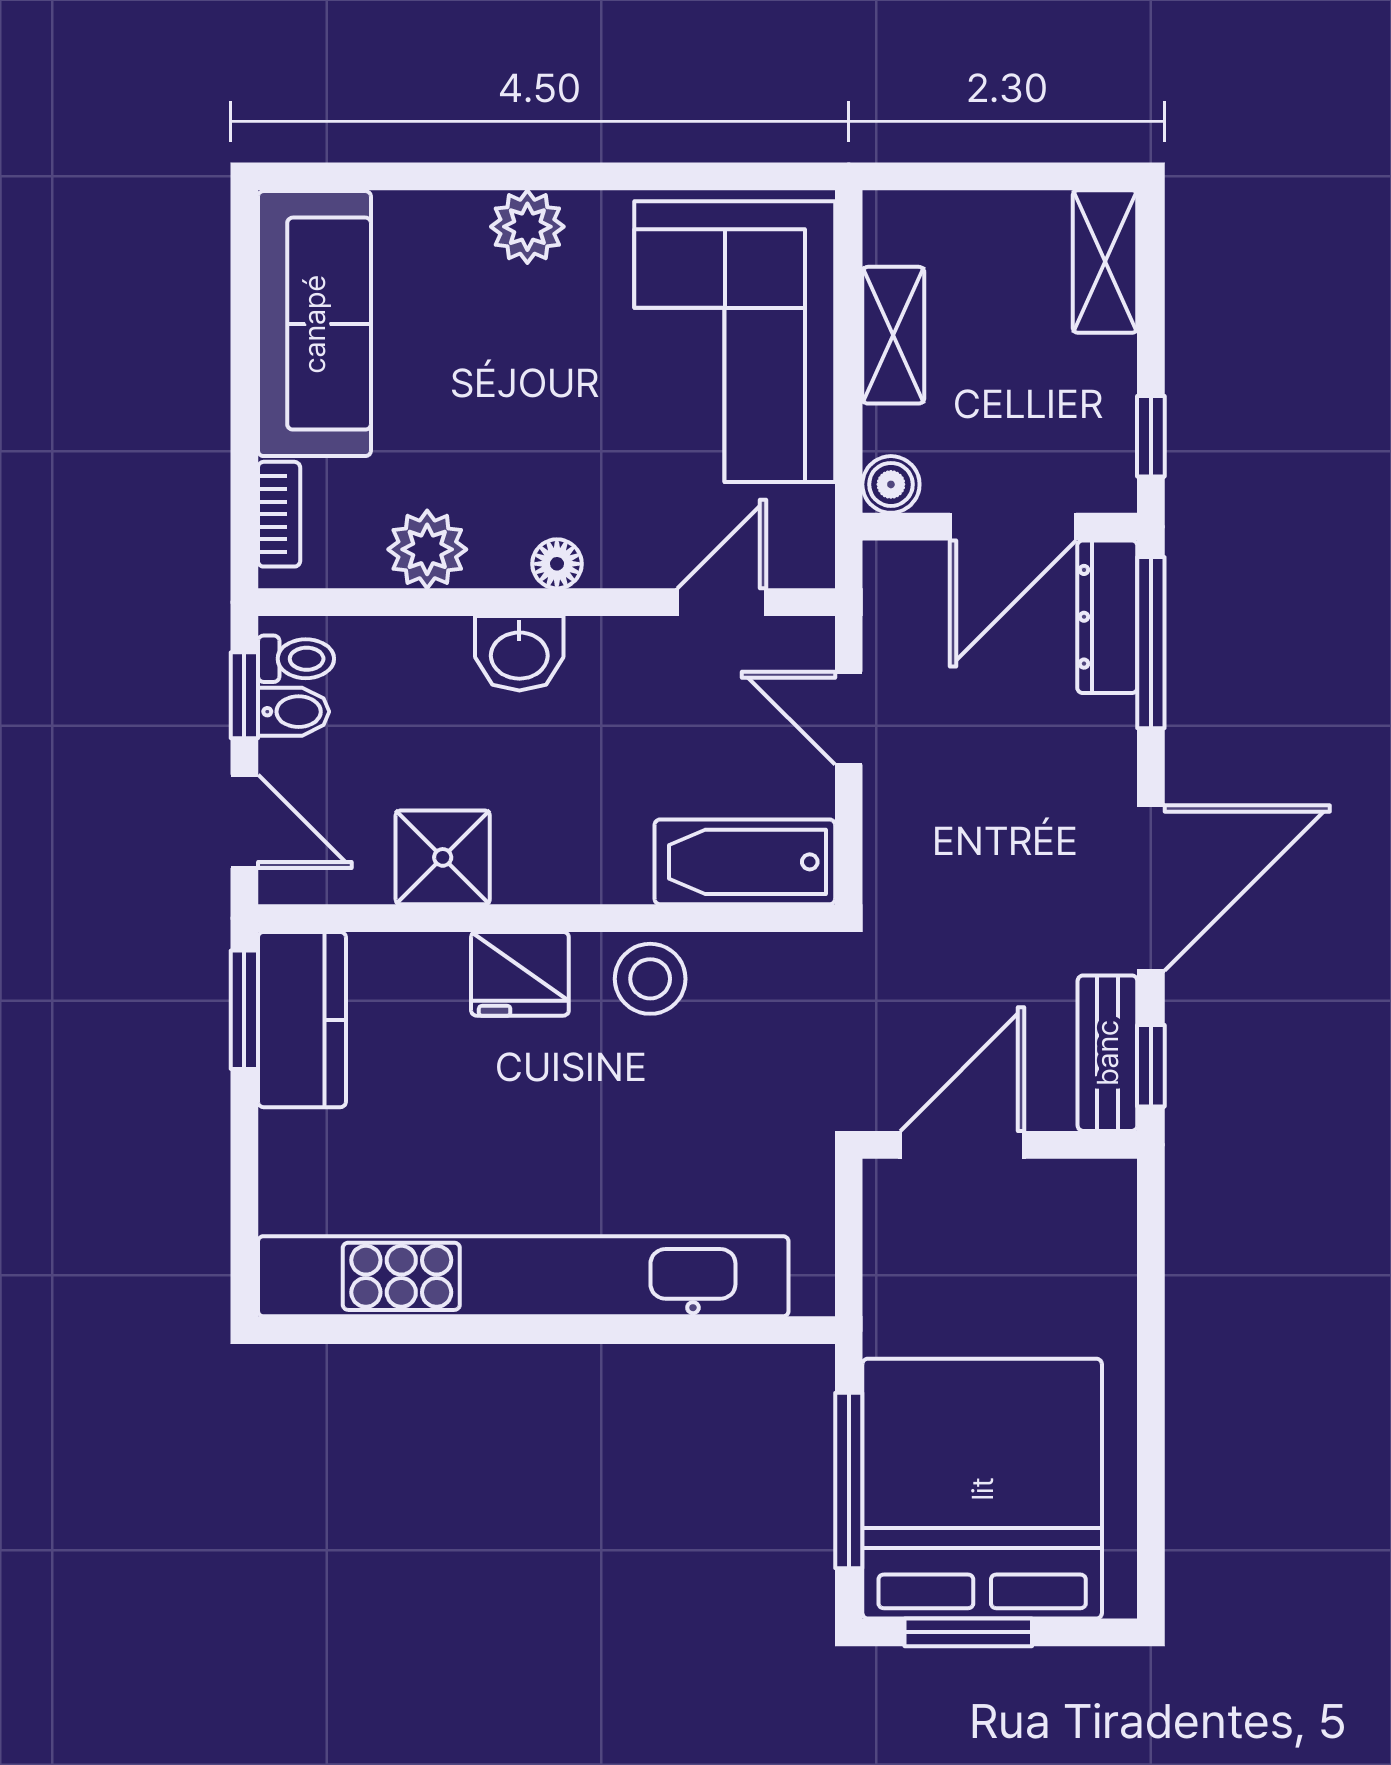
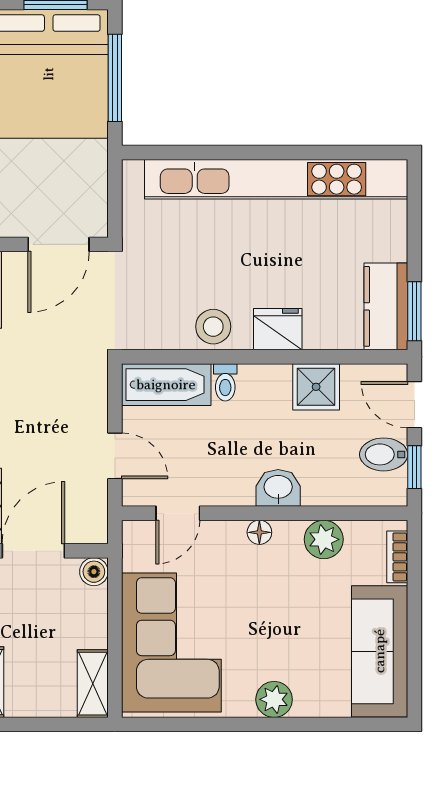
shelving: (893, 335) -> (93, 684), moved
toilet: (296, 659) -> (225, 382), moved, turned -90
bidet: (294, 712) -> (384, 454), width x1.38, depth x1.36

